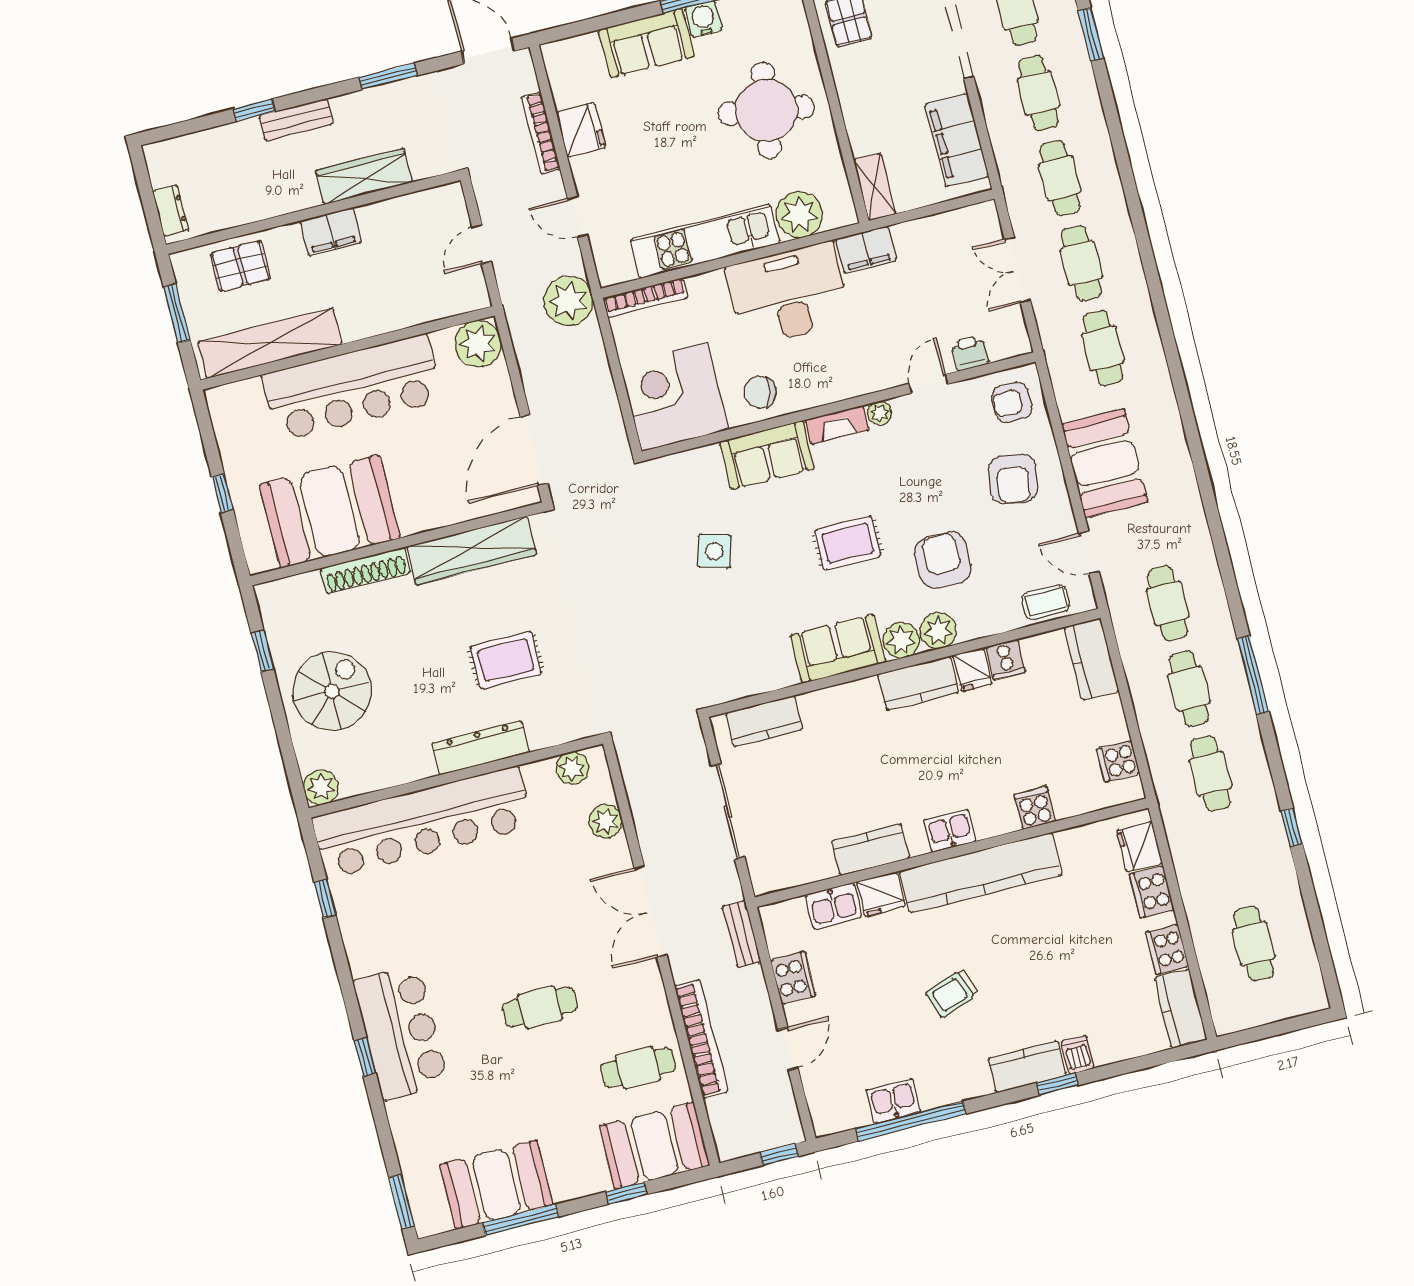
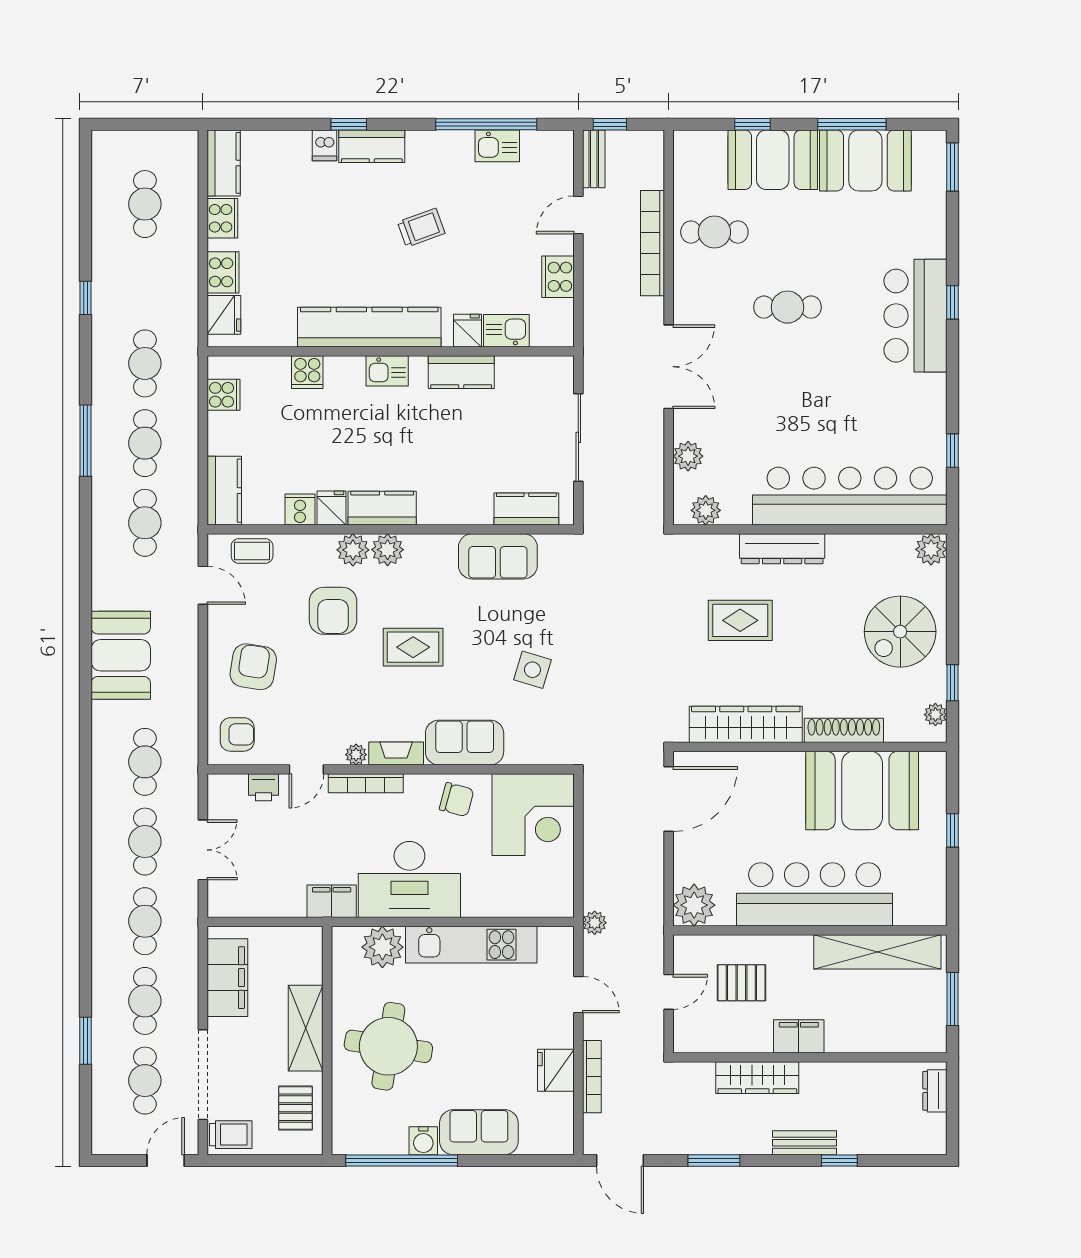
shelving: (875, 187) -> (306, 1028), moved, width x1.50, depth x1.33
pallet: (240, 266) -> (741, 983), moved
bookcase: (645, 298) -> (366, 783), moved, turned 180
plant: (568, 301) -> (595, 923), width x0.53, depth x0.53
booth: (1105, 463) -> (121, 655), moved
plant: (272, 612) -> (935, 715), added
sofa: (838, 649) -> (498, 556), moved
fridge: (881, 894) -> (468, 331), width x0.72
bench: (741, 934) -> (594, 159), moved
booth: (654, 1146) -> (773, 160), moved

